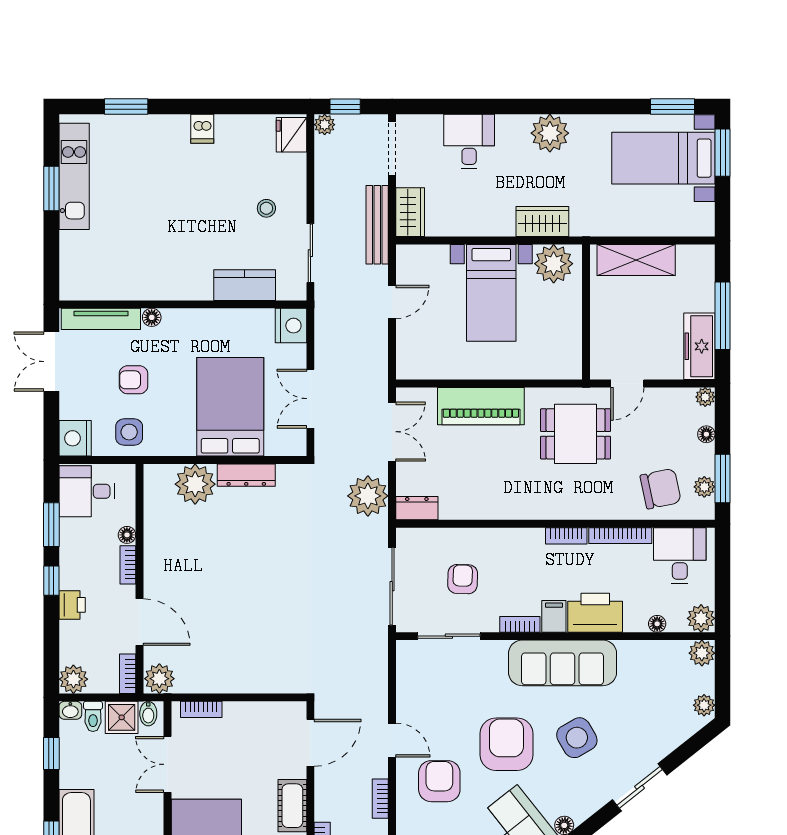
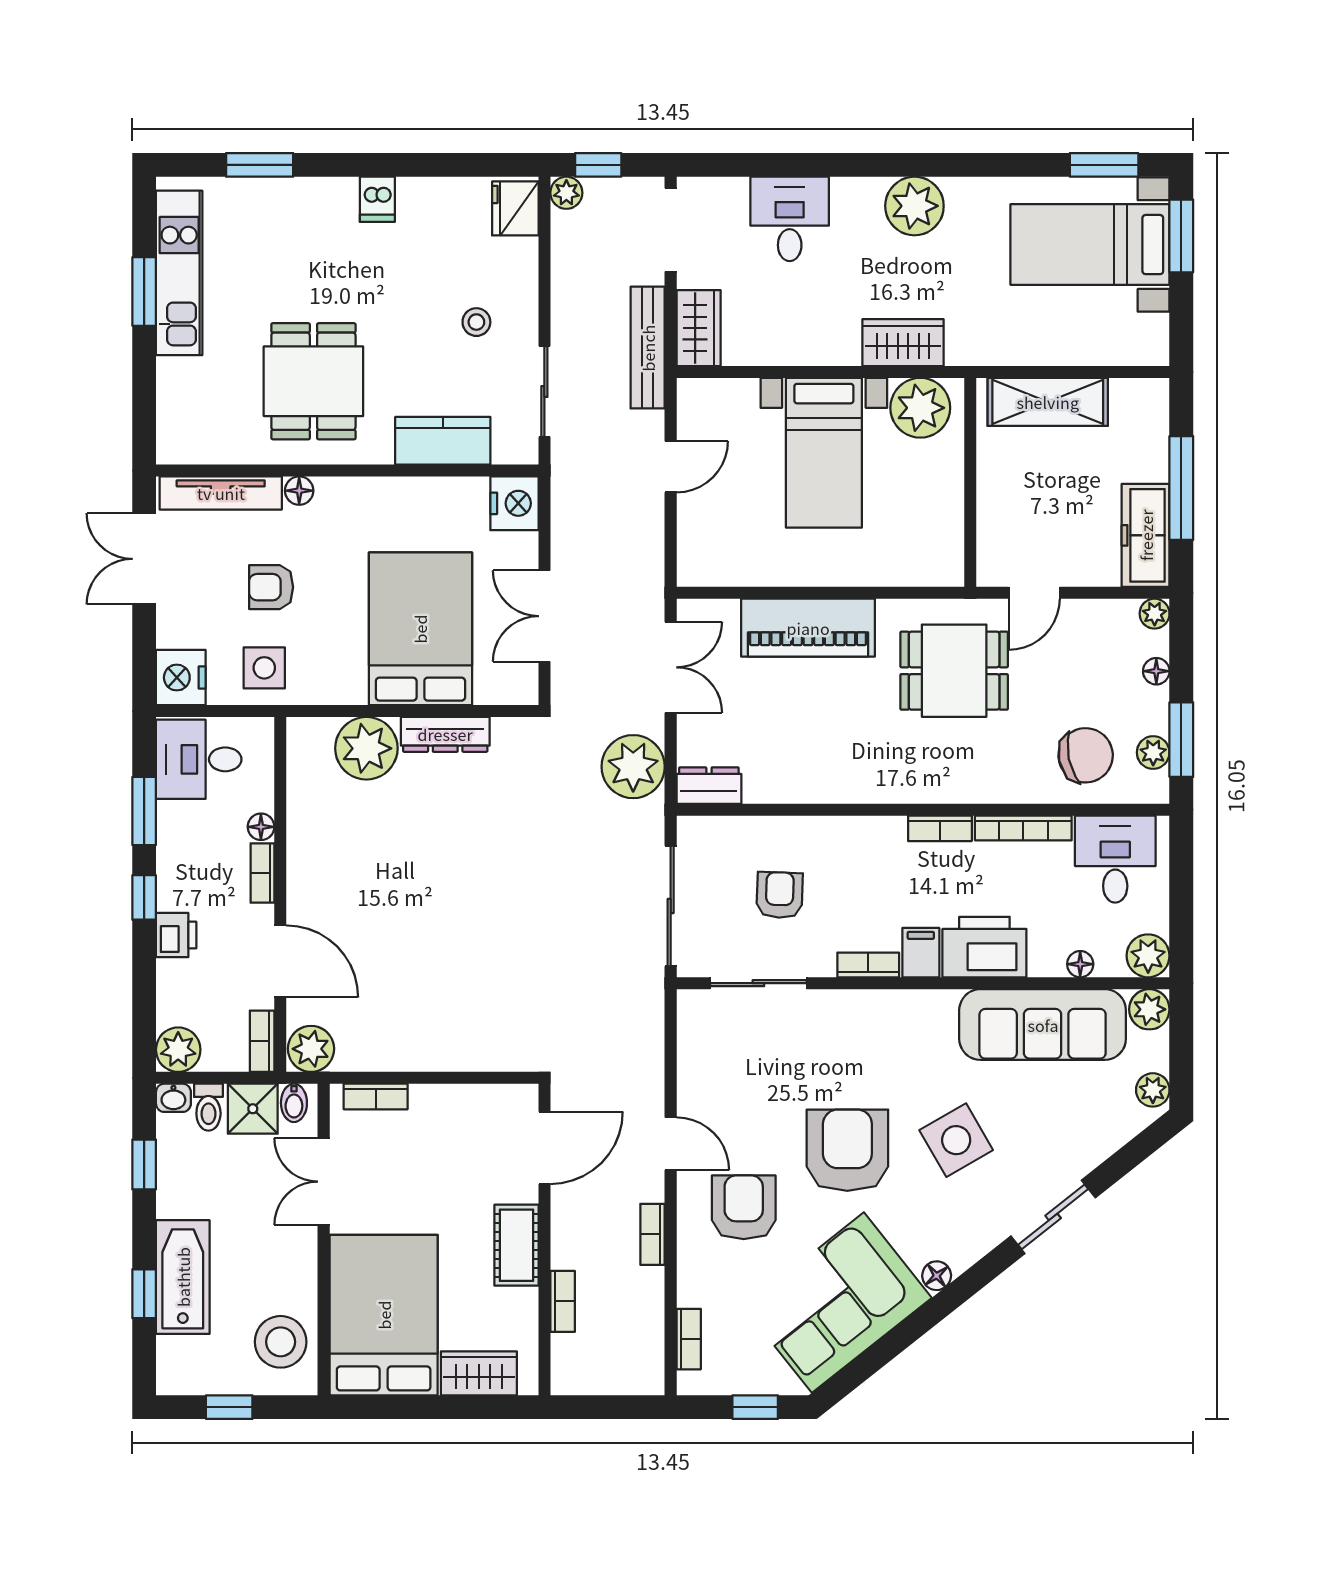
dining table: (161, 247) -> (313, 381), added
sofa: (563, 663) -> (1043, 1025), moved

